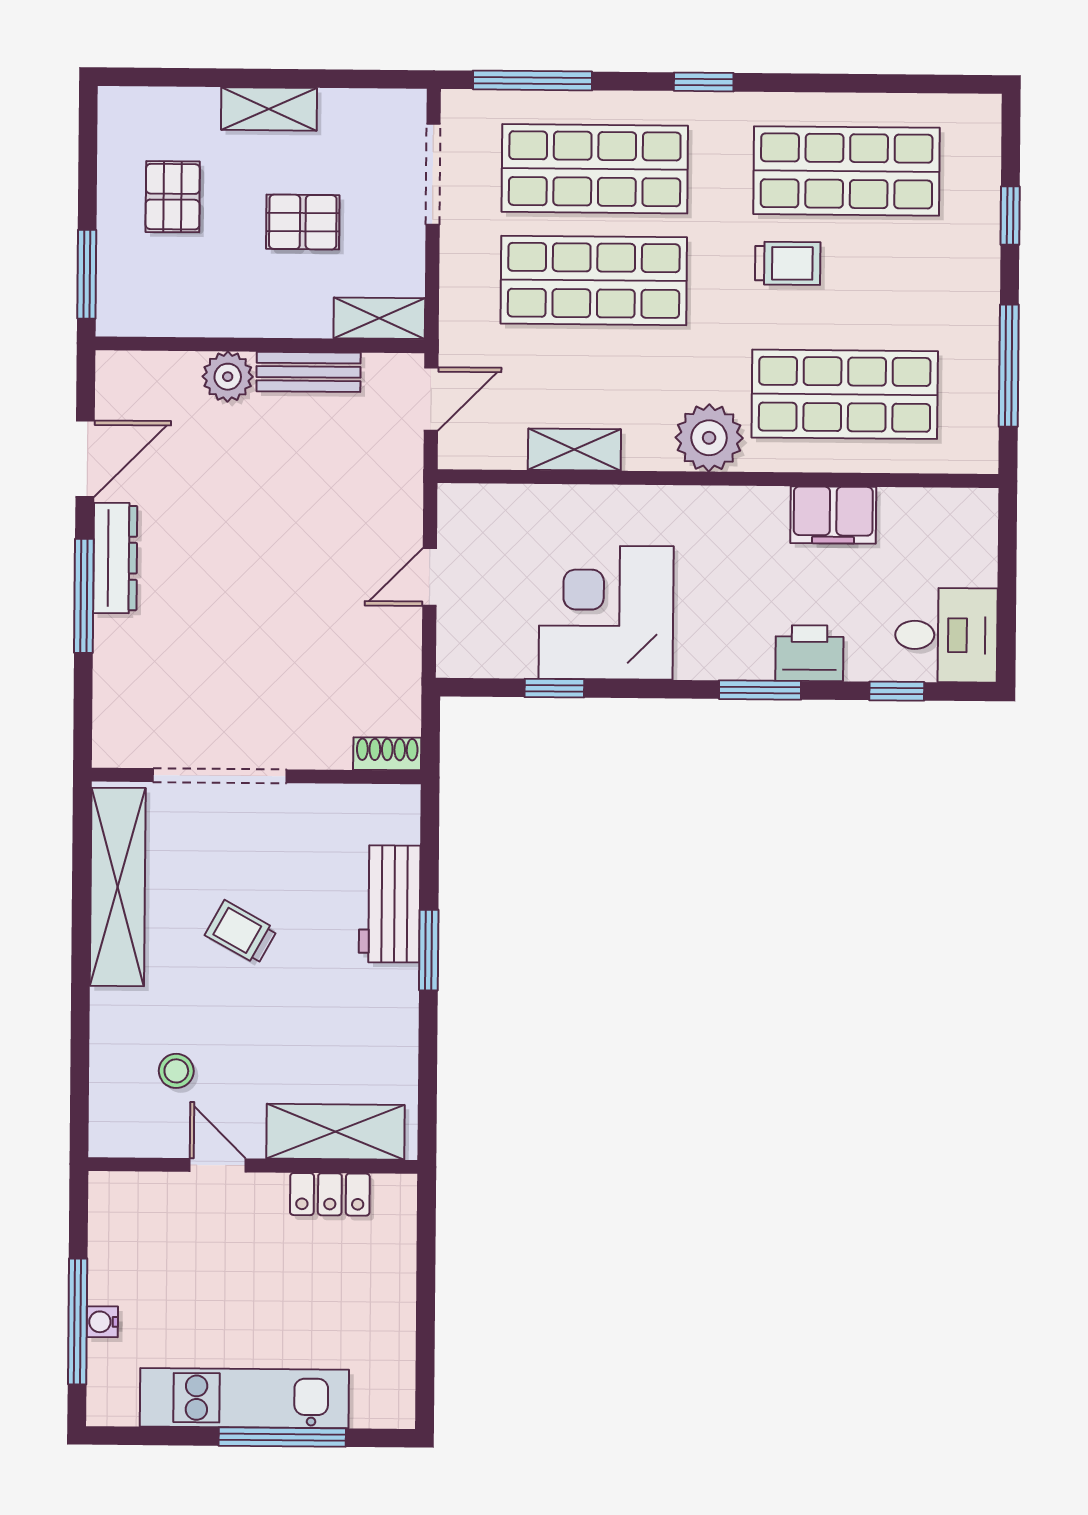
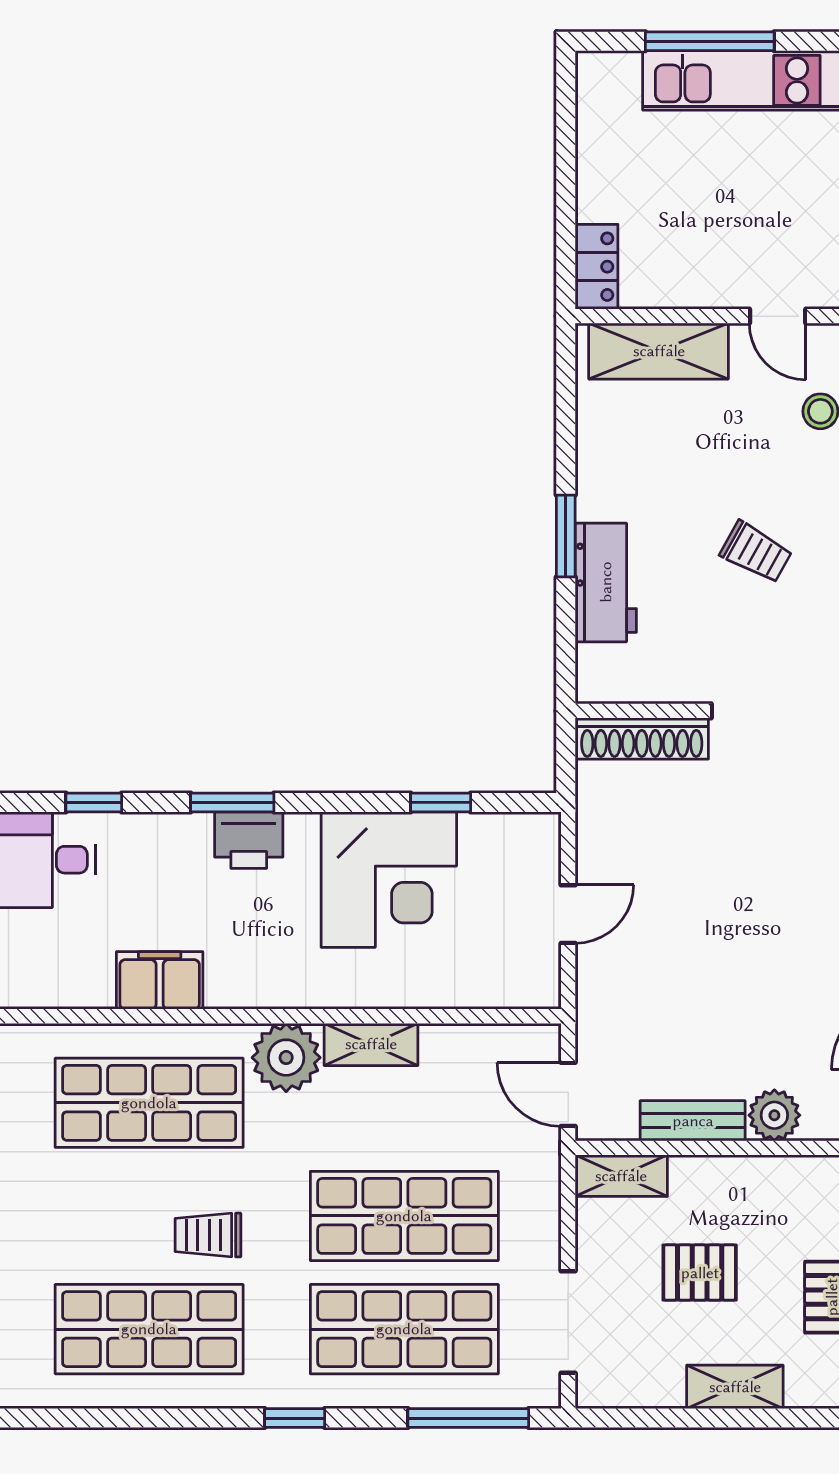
door: (431, 399) -> (568, 1094), hinge flipped
shelving: (574, 450) -> (371, 1044), moved
printer: (809, 653) -> (249, 840), moved
shoe rack: (387, 754) -> (642, 738), width x1.94, depth x1.24
locker: (330, 1194) -> (597, 267), moved, turned 90

